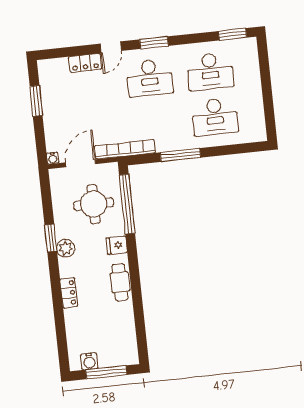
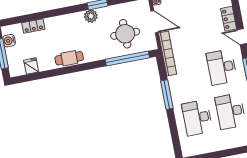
fridge: (117, 245) -> (31, 66), moved
locker: (69, 293) -> (33, 26), moved

